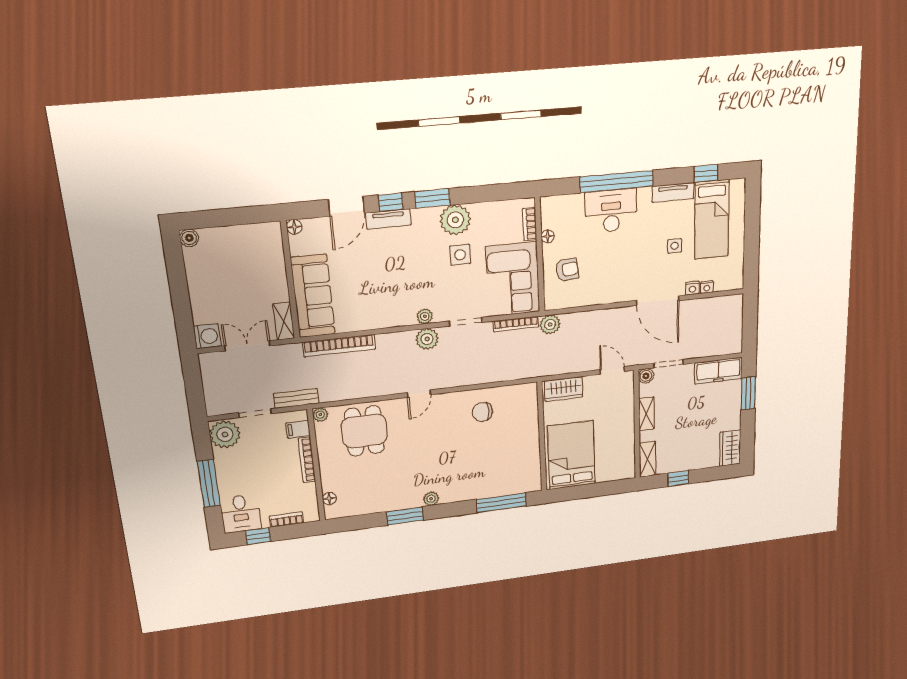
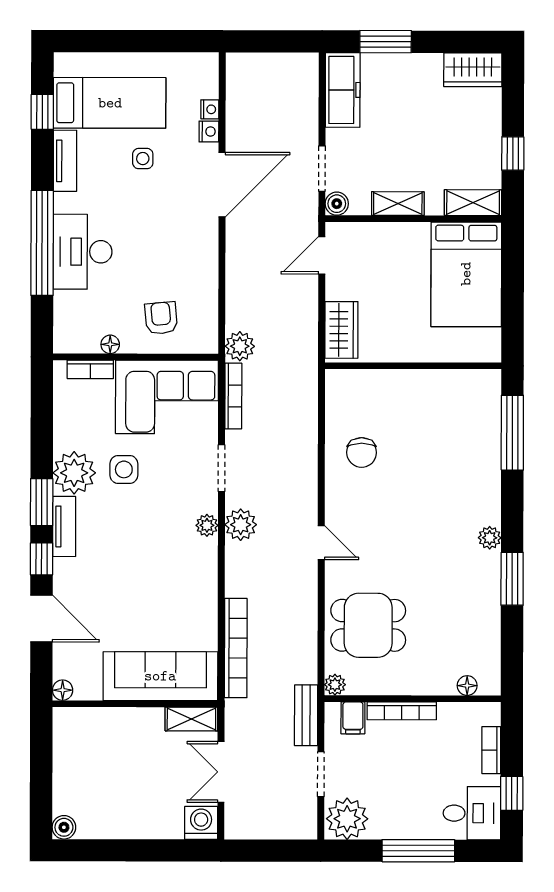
tv unit: (388, 219) -> (64, 526), moved
bed: (571, 455) -> (466, 274), moved, turned -90

